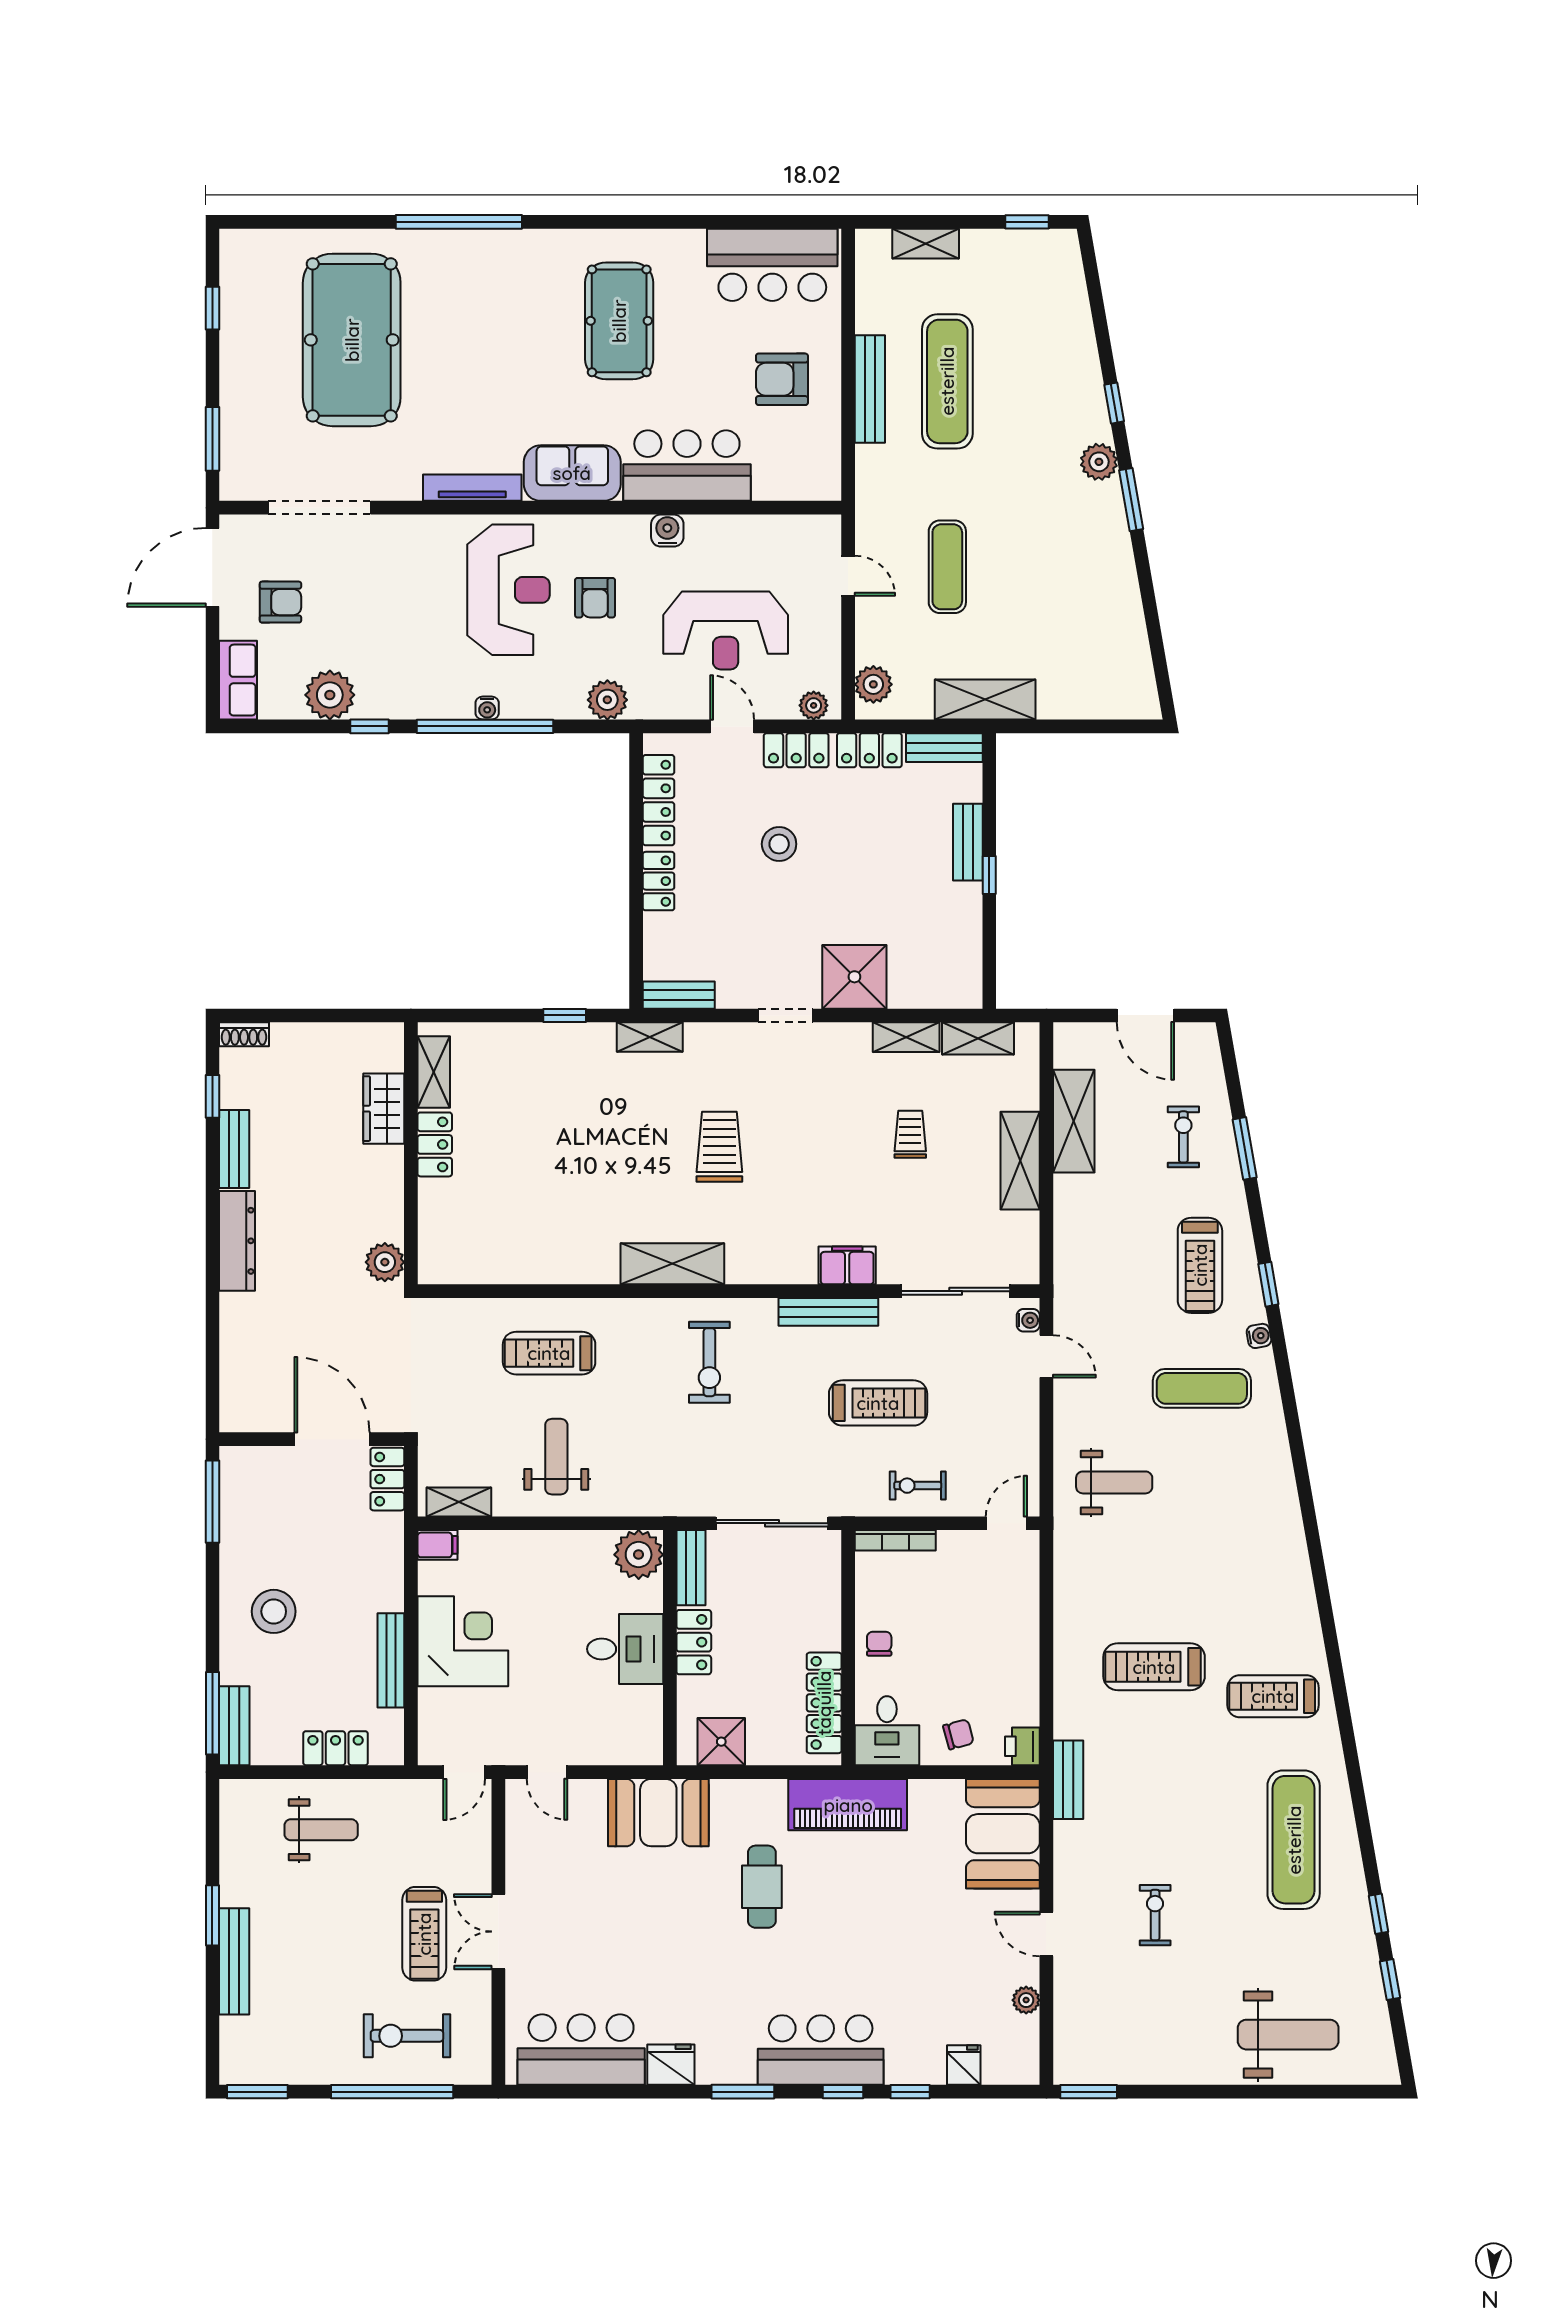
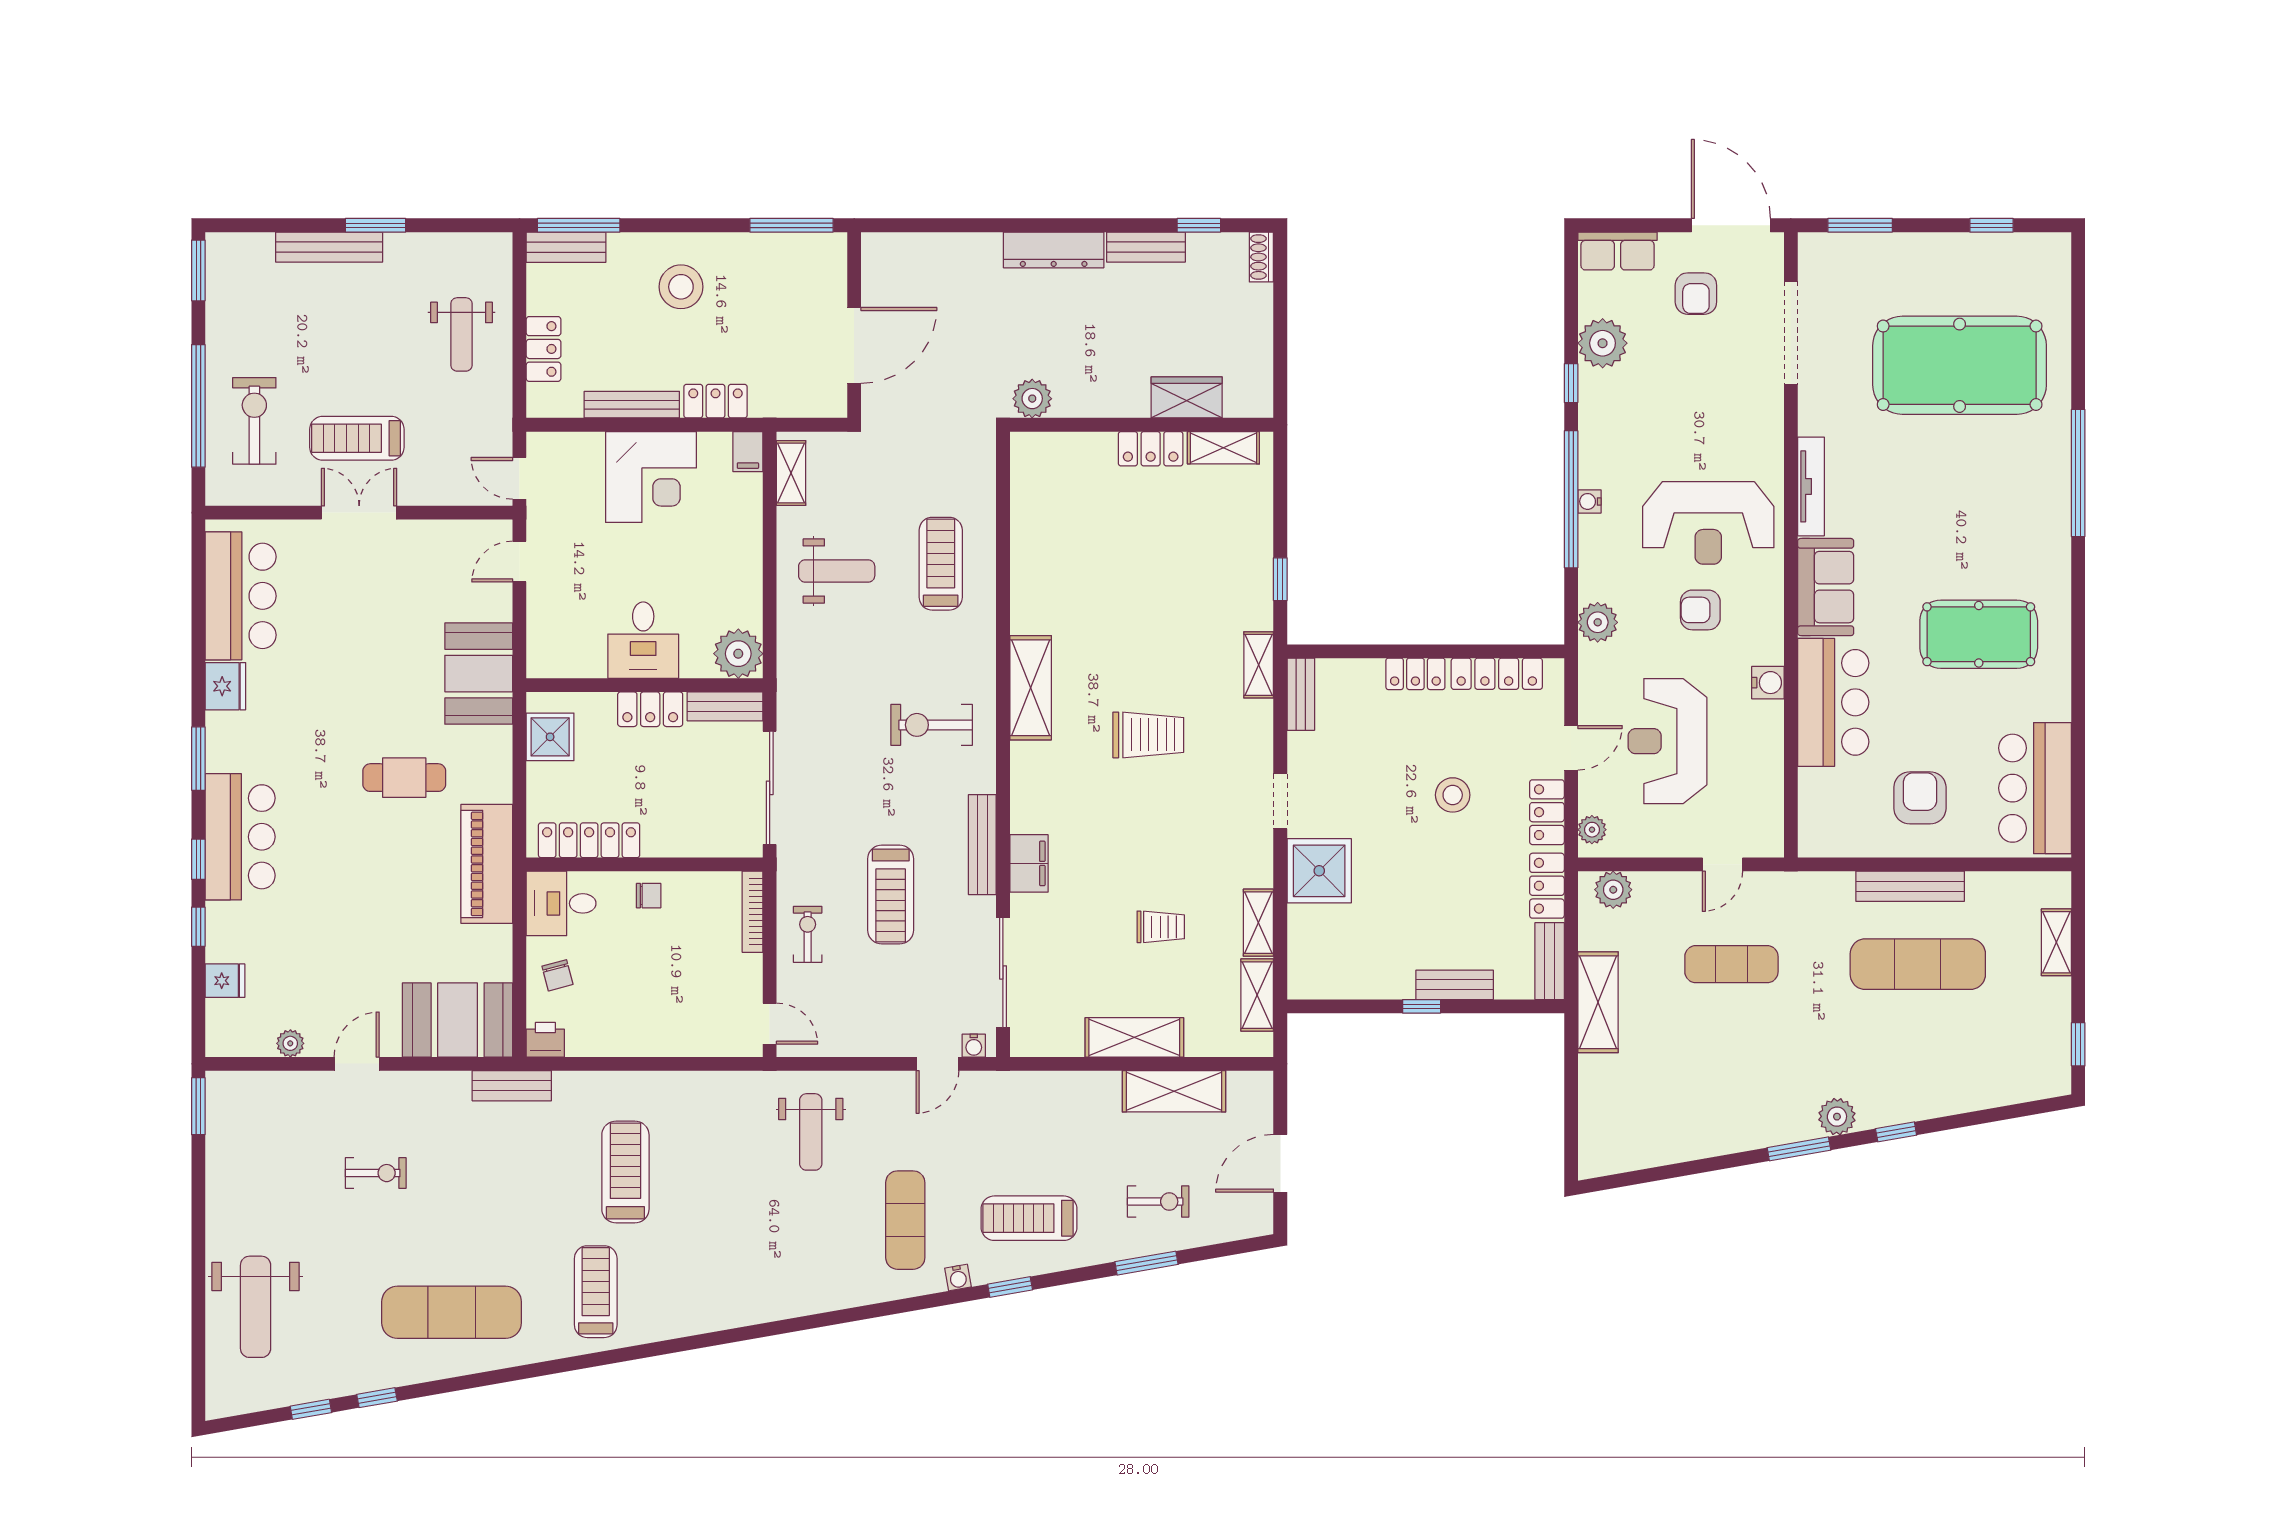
locker: (387, 1479) -> (715, 401), moved

